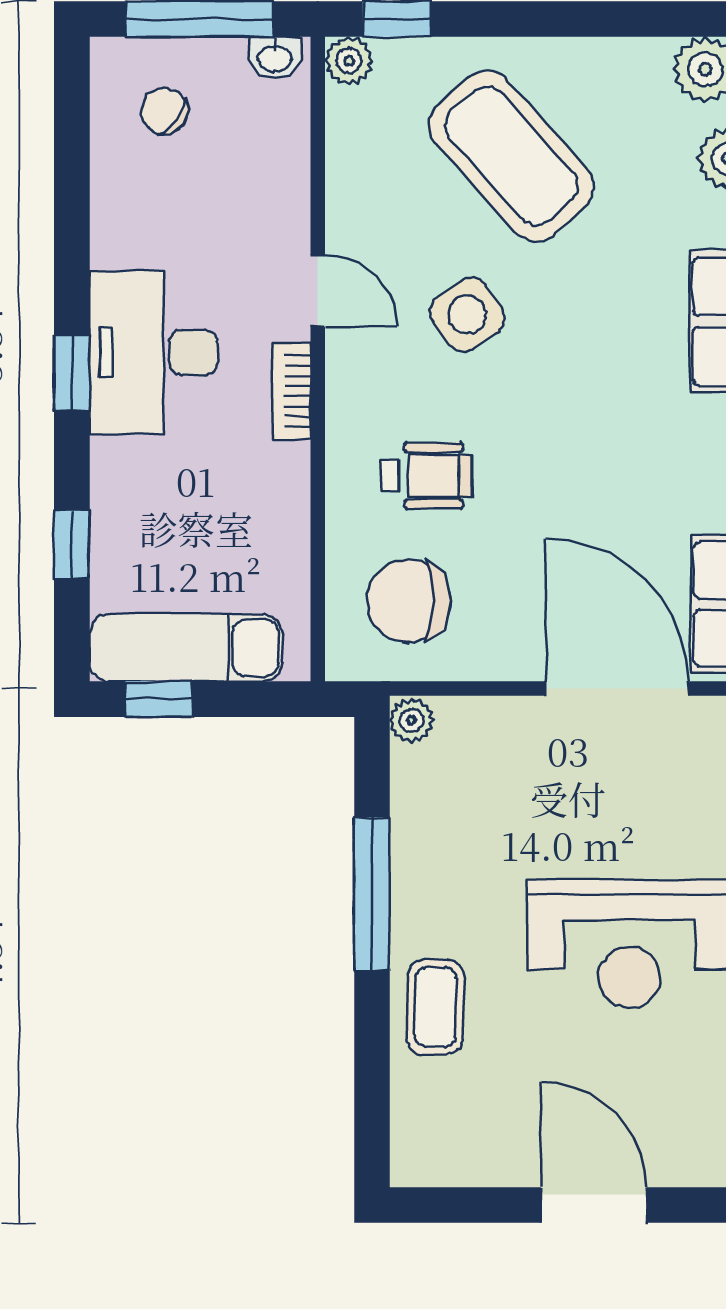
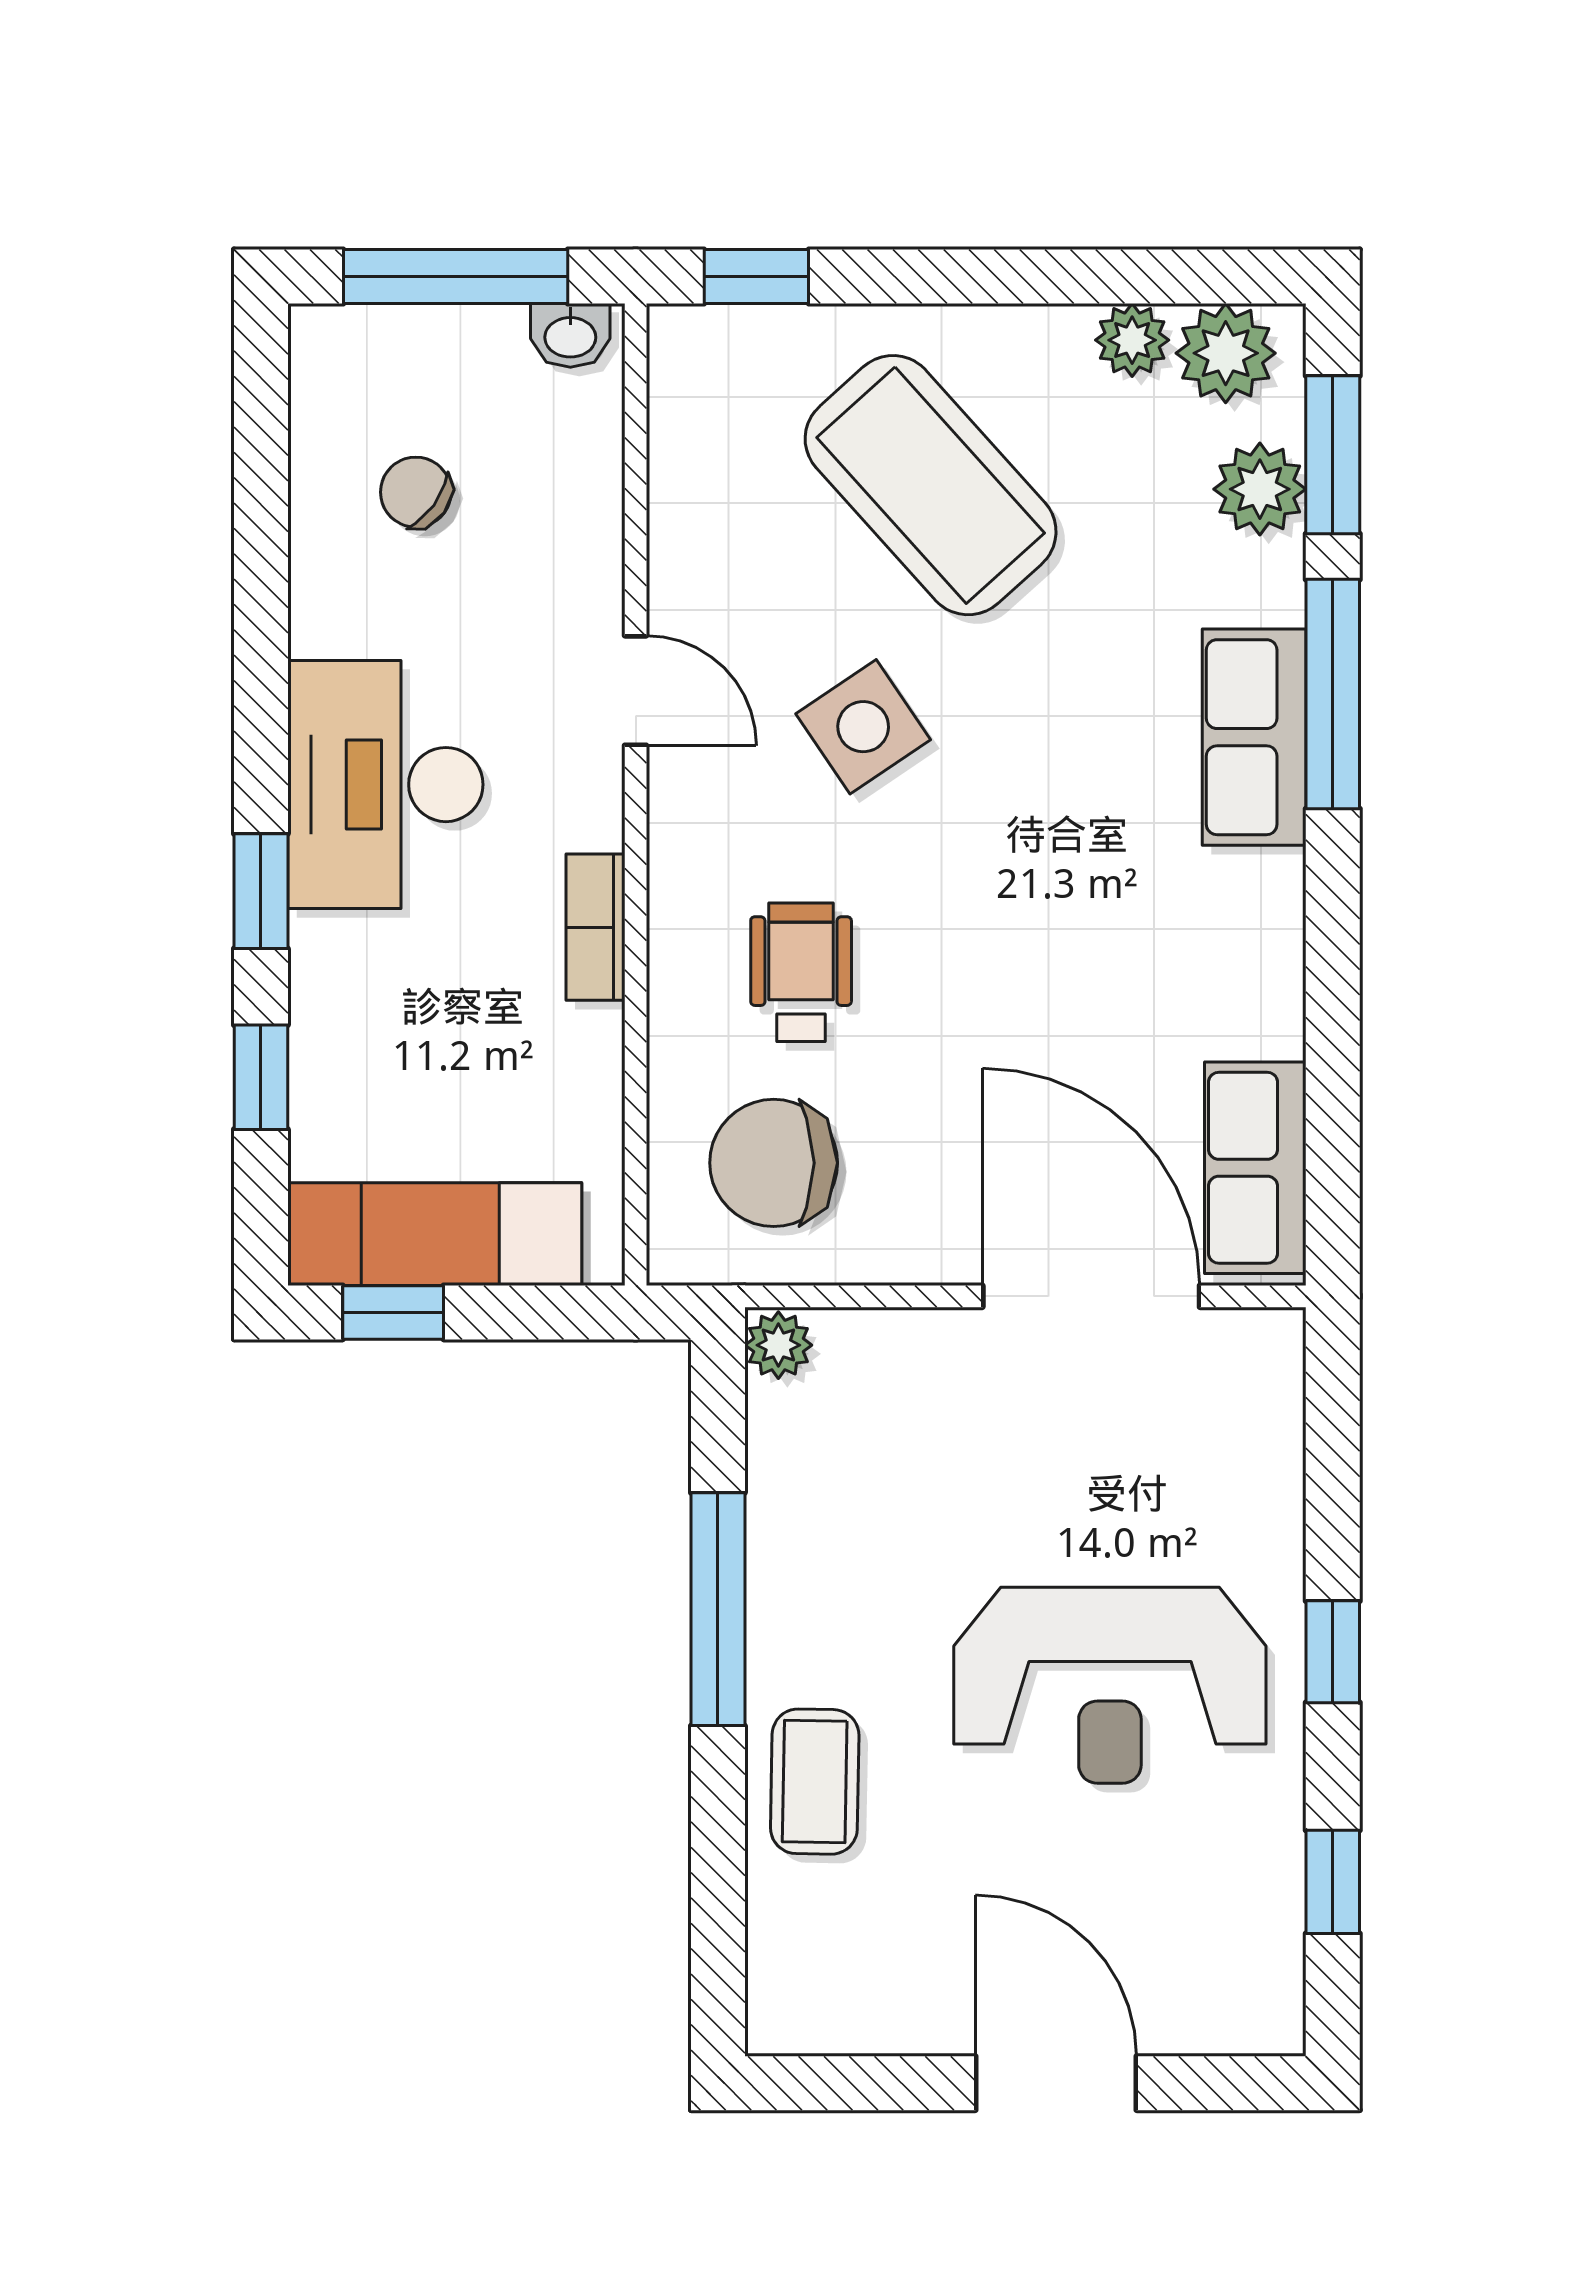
plant: (349, 61) -> (1132, 340), moved
chair: (164, 111) -> (416, 492), moved
window: (72, 373) -> (261, 891), moved
bookcase: (292, 391) -> (595, 927), moved
wheelchair: (426, 476) -> (801, 972), turned -90

